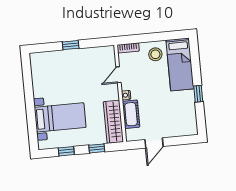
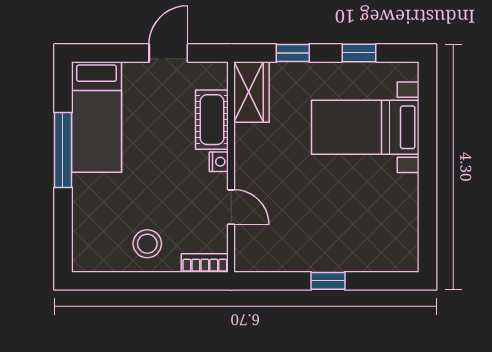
bed: (180, 64) -> (96, 117), moved, turned 180
door: (118, 75) -> (231, 207), hinge flipped
window: (198, 94) -> (63, 150), width x2.17
wardrobe: (113, 122) -> (251, 92), width x0.67

